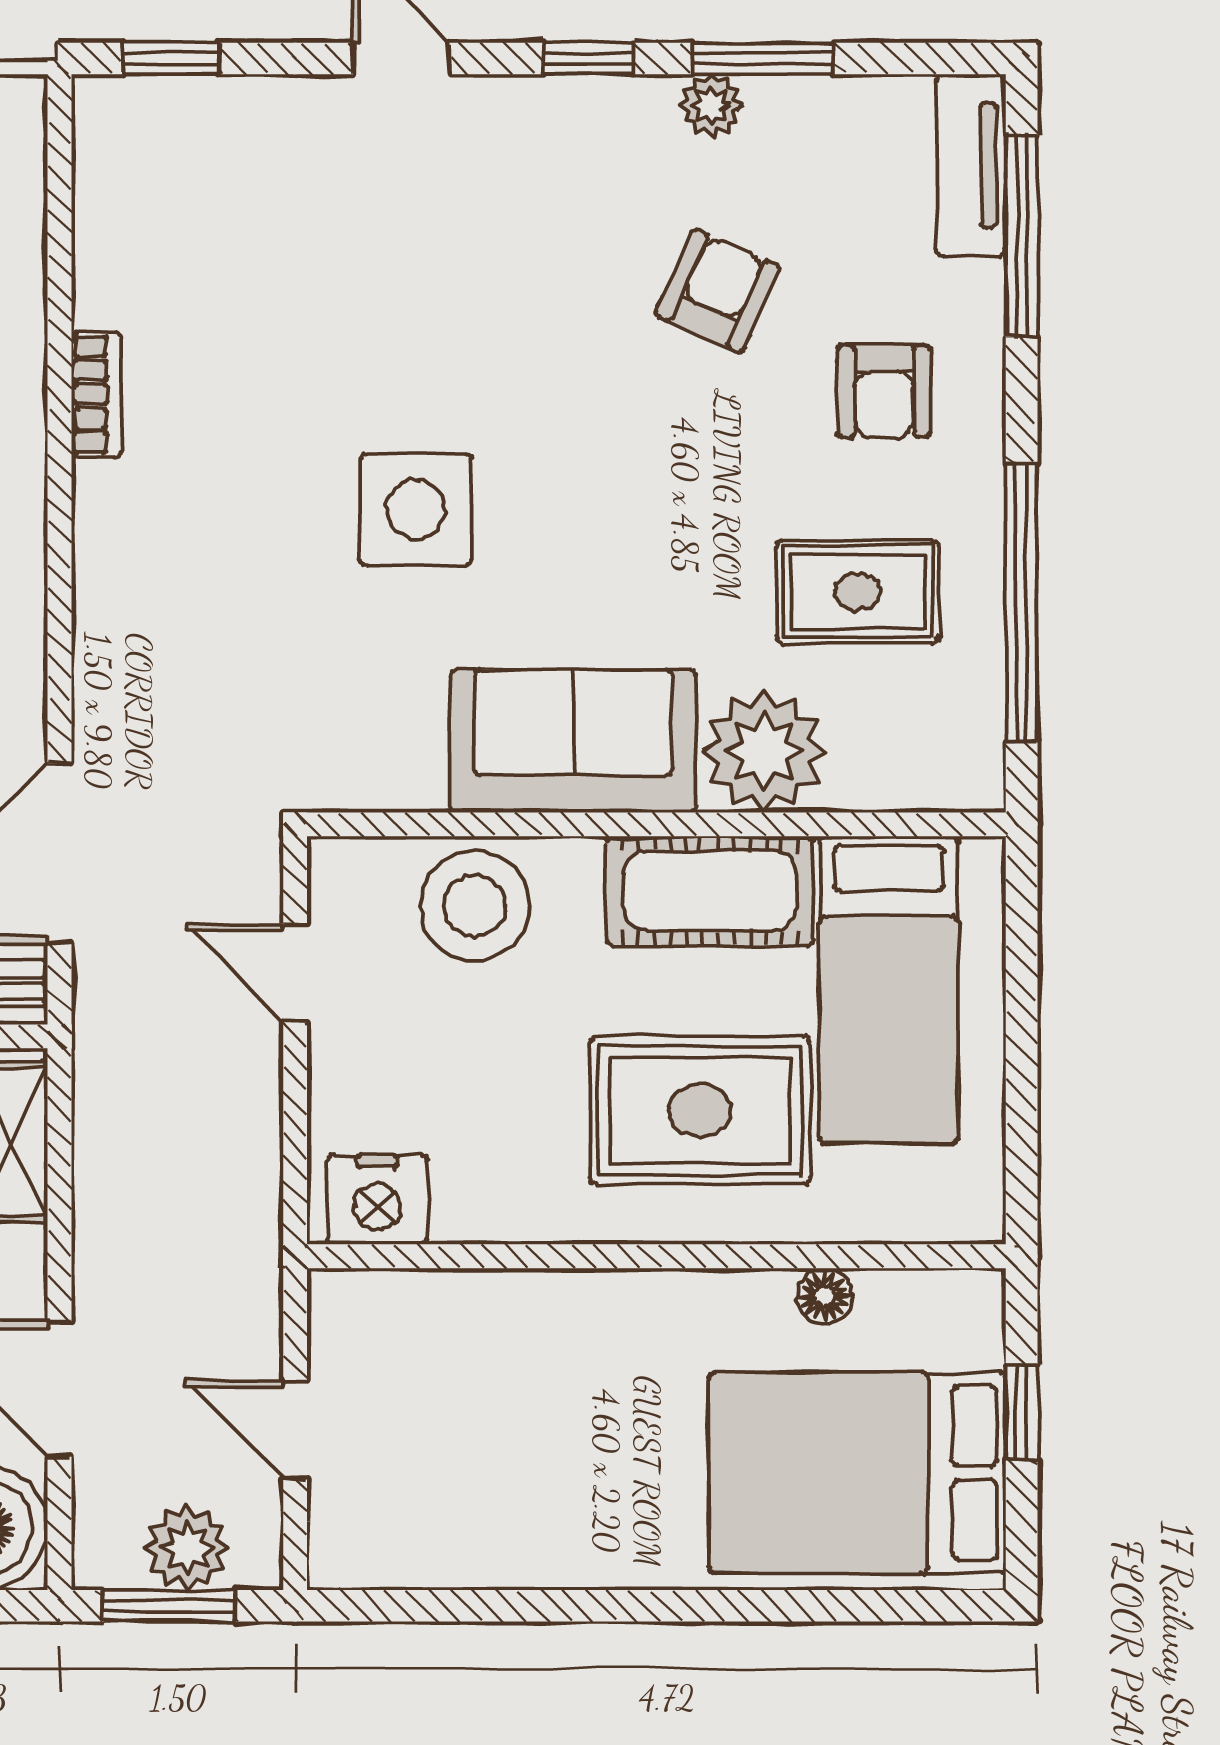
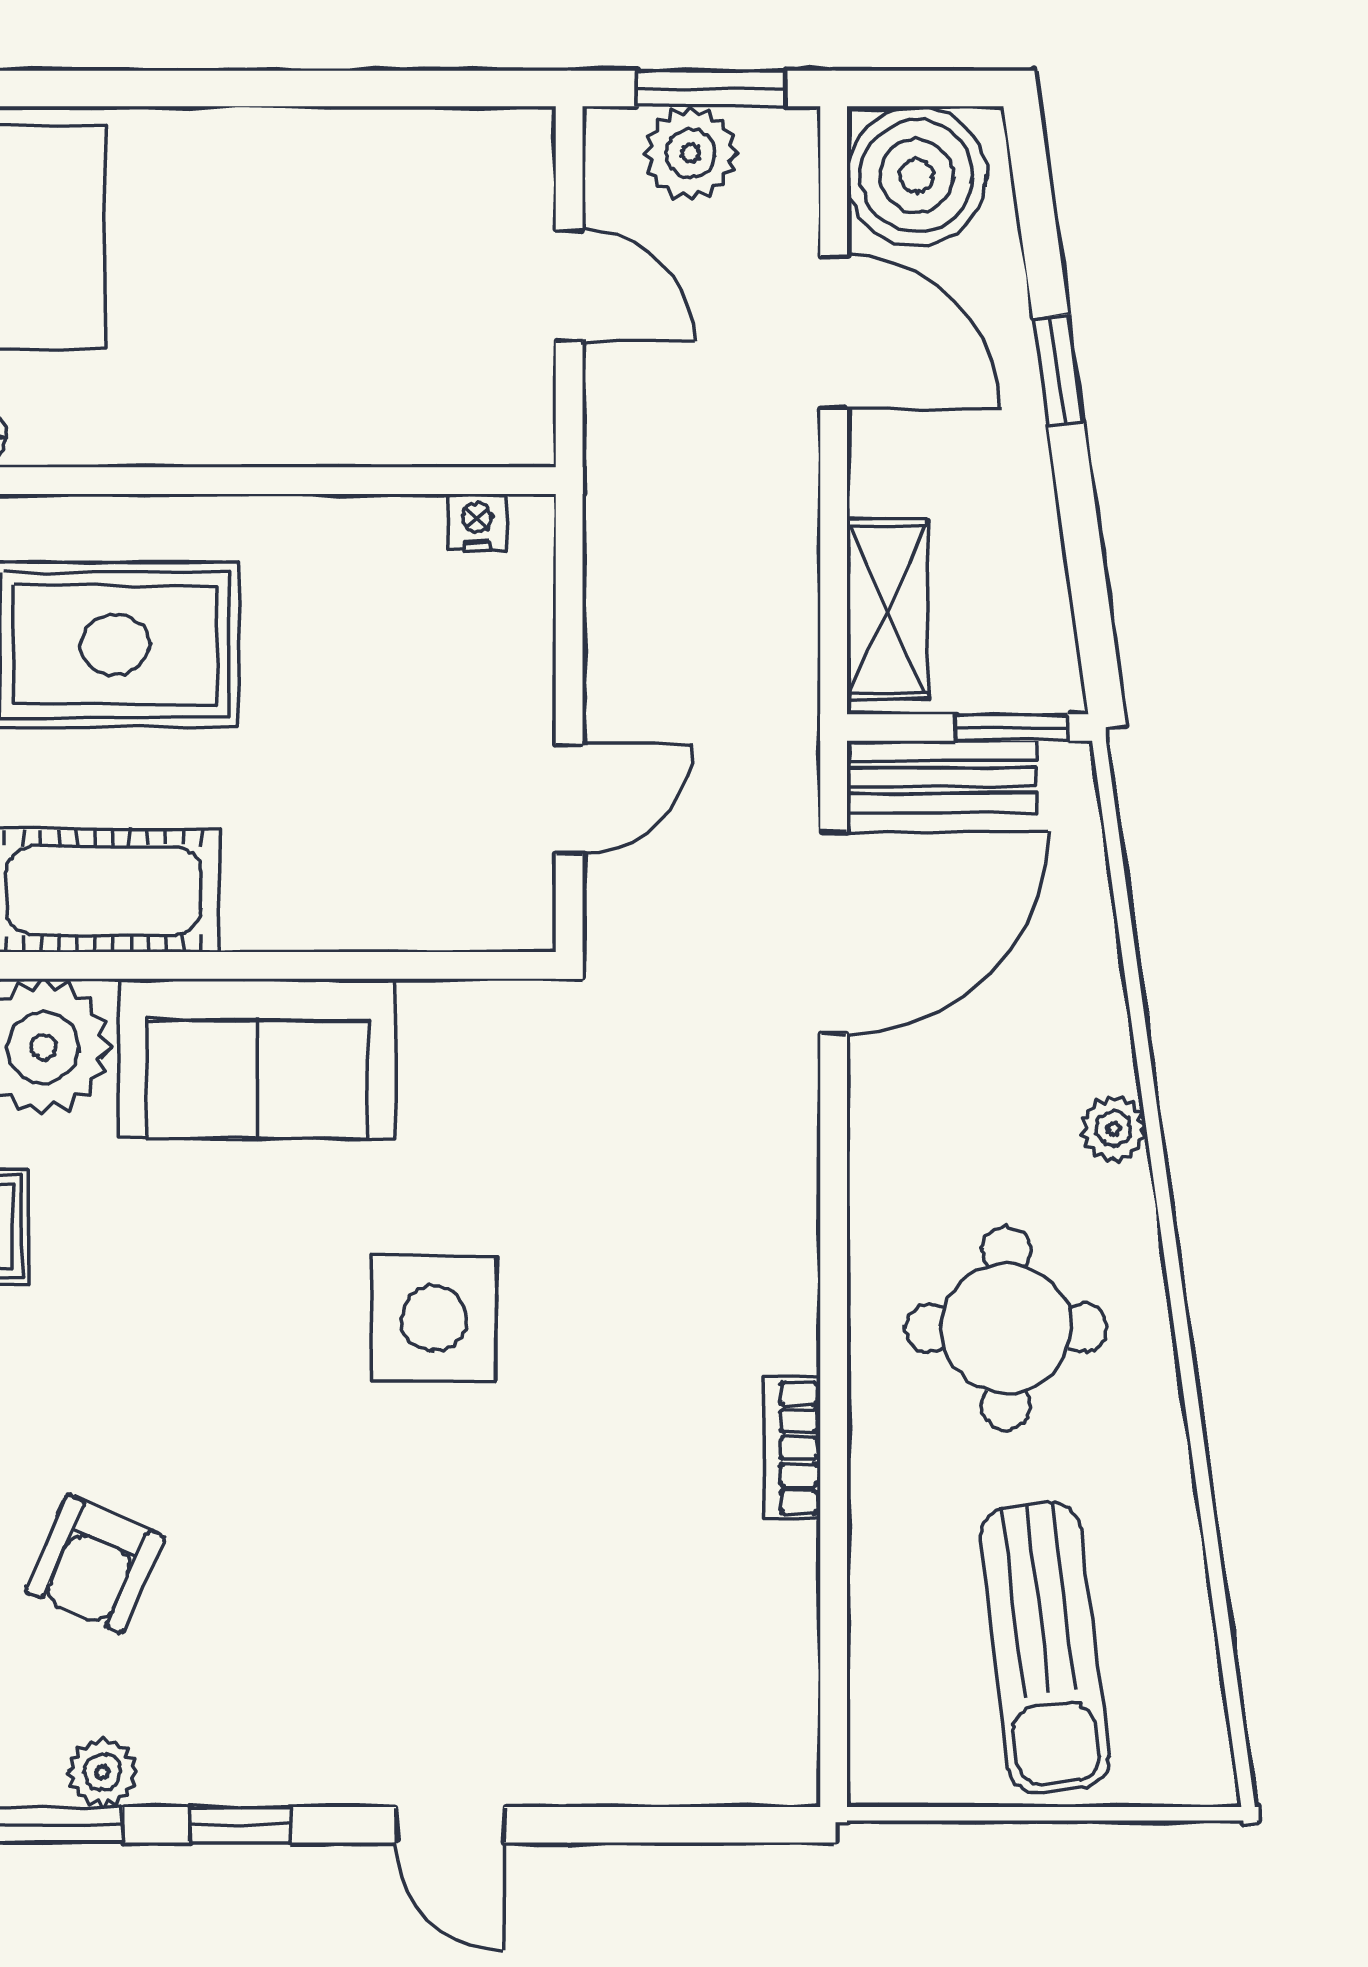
window: (171, 59) -> (709, 1825), removed
stool: (475, 906) -> (368, 874), removed
door: (295, 973) -> (569, 799), hinge flipped
nightstand: (377, 1200) -> (477, 522), width x0.53, depth x0.56

